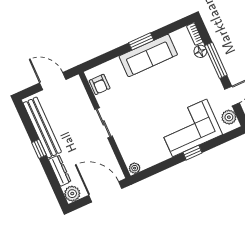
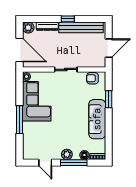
window: (141, 41) -> (109, 99), moved
plant: (229, 117) -> (67, 154), moved
corner sofa: (190, 128) -> (37, 101), moved
window: (193, 153) -> (19, 120), width x2.17
door: (105, 192) -> (19, 50), hinge flipped

